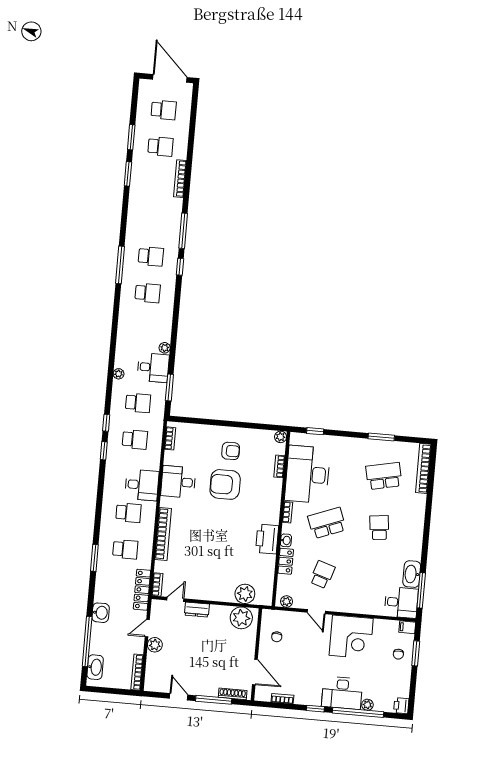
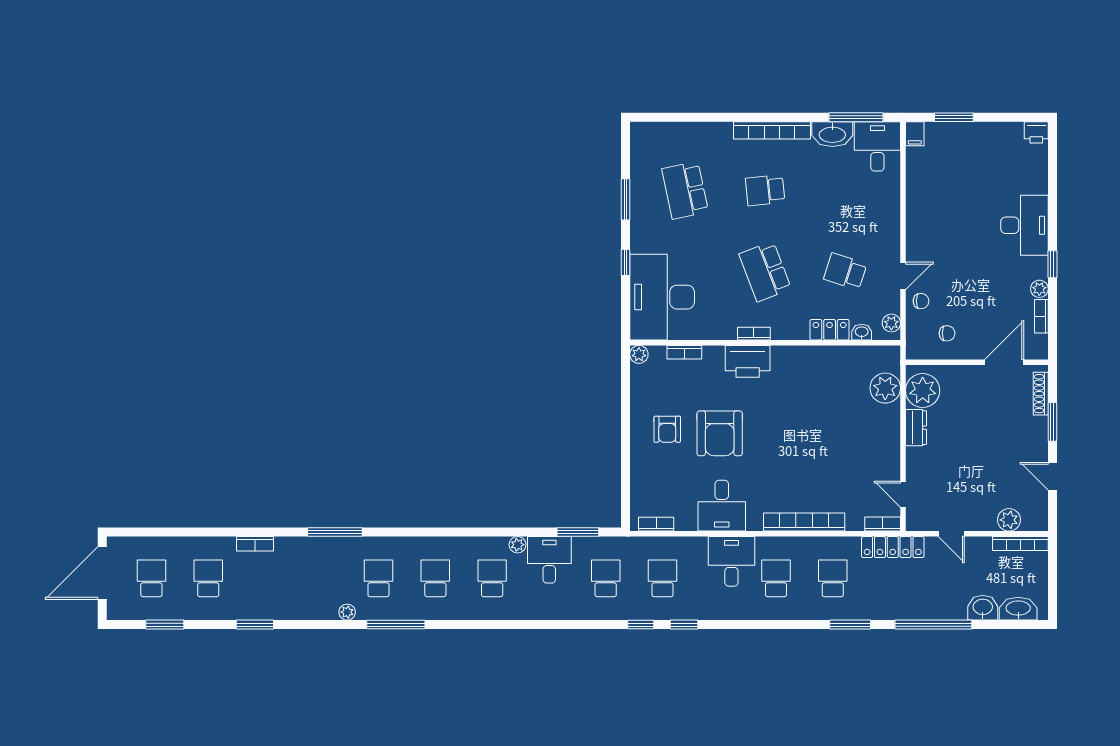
window: (131, 137) -> (165, 625), moved
bookcase: (180, 179) -> (255, 544), width x0.64
window: (180, 267) -> (391, 532), removed
school desk: (144, 330) -> (492, 578), added
plant: (119, 374) -> (347, 612), moved
window: (315, 431) -> (625, 262), moved
armchair: (231, 451) -> (667, 429), turned 180
bookcase: (423, 468) -> (772, 130), moved
desk: (307, 474) -> (662, 297), moved, turned 90
printer: (267, 539) -> (748, 361), moved
washbasin: (286, 540) -> (862, 332), moved
dresser: (197, 610) -> (916, 428), moved
washbasin: (101, 613) -> (983, 608), moved
corner desk: (351, 637) -> (937, 219), removed
window: (87, 642) -> (933, 625), moved
plant: (155, 645) -> (1009, 520), moved
chair: (398, 654) -> (921, 301), moved
door: (179, 697) -> (1052, 476), hinge flipped
window: (214, 700) -> (1052, 422), width x0.69
plant: (367, 705) -> (1039, 289), moved
window: (358, 712) -> (1052, 198), removed

